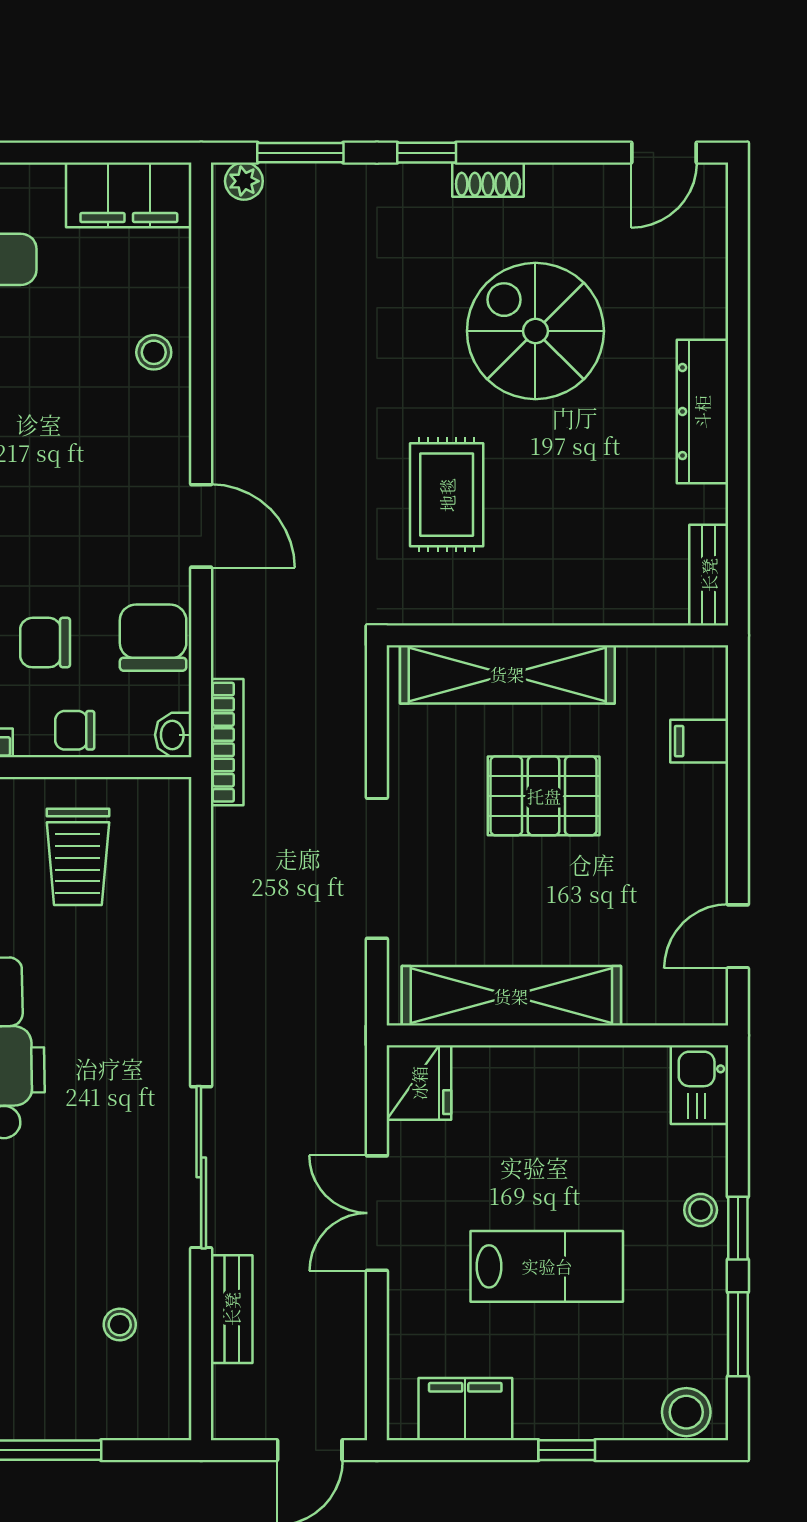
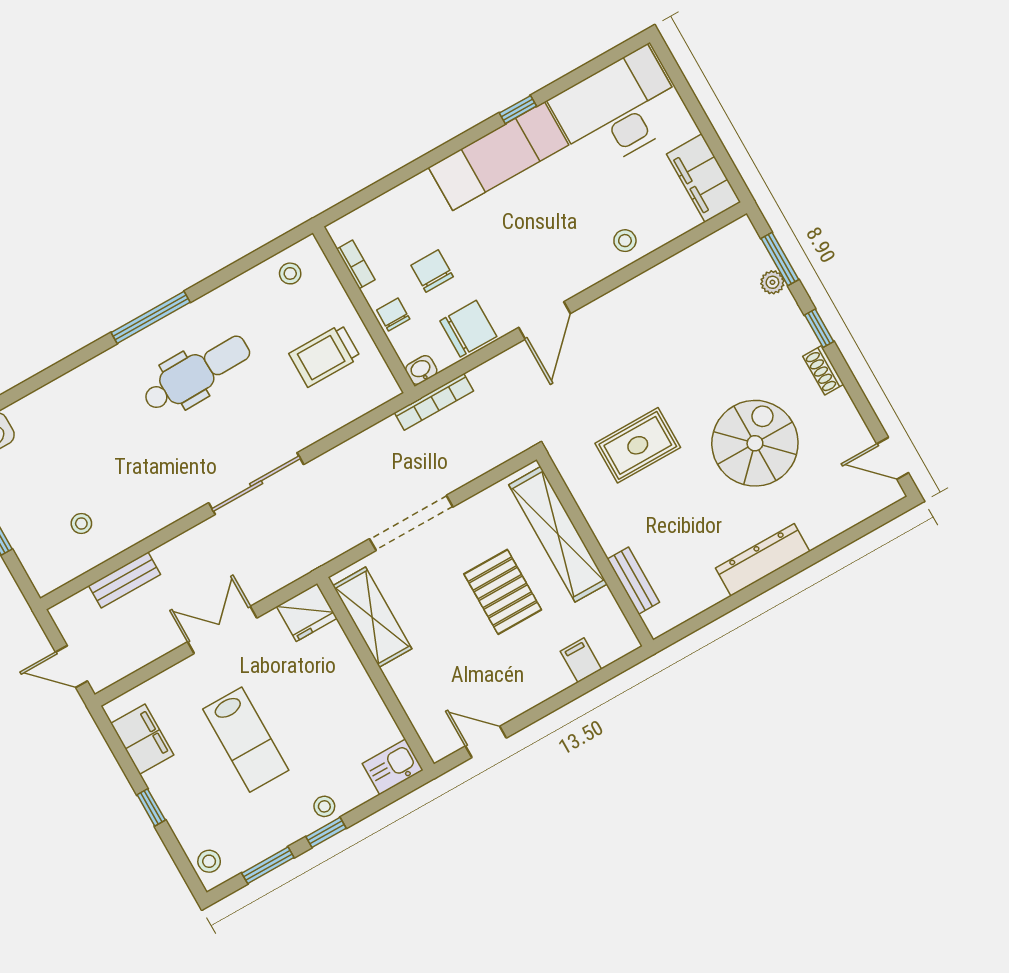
plant: (244, 181) -> (772, 282), moved
bench: (709, 575) -> (633, 581), moved, turned 90
shelving: (511, 996) -> (372, 617), width x0.68
sliding door: (201, 1167) -> (256, 484), moved
stool: (686, 1412) -> (209, 861), width x0.73, depth x0.73

